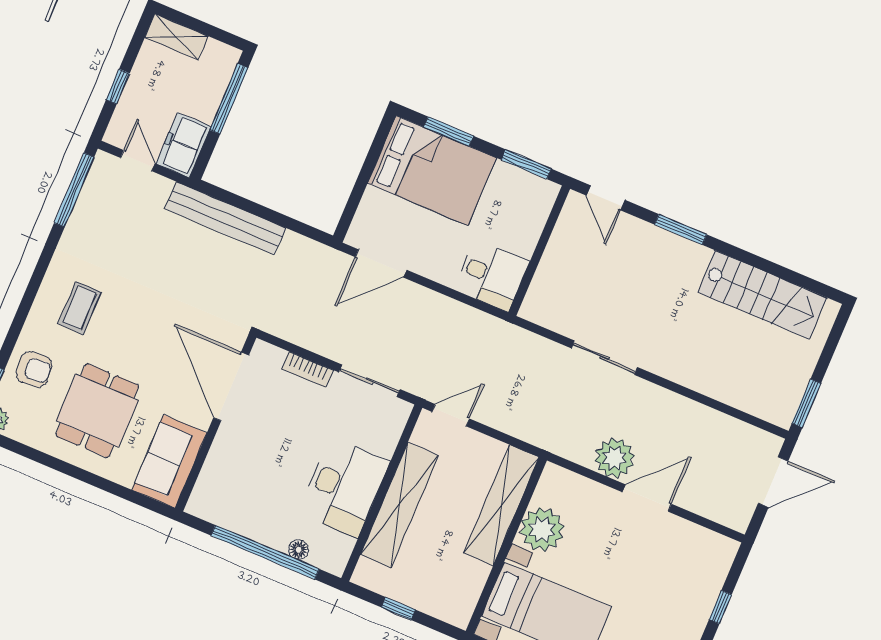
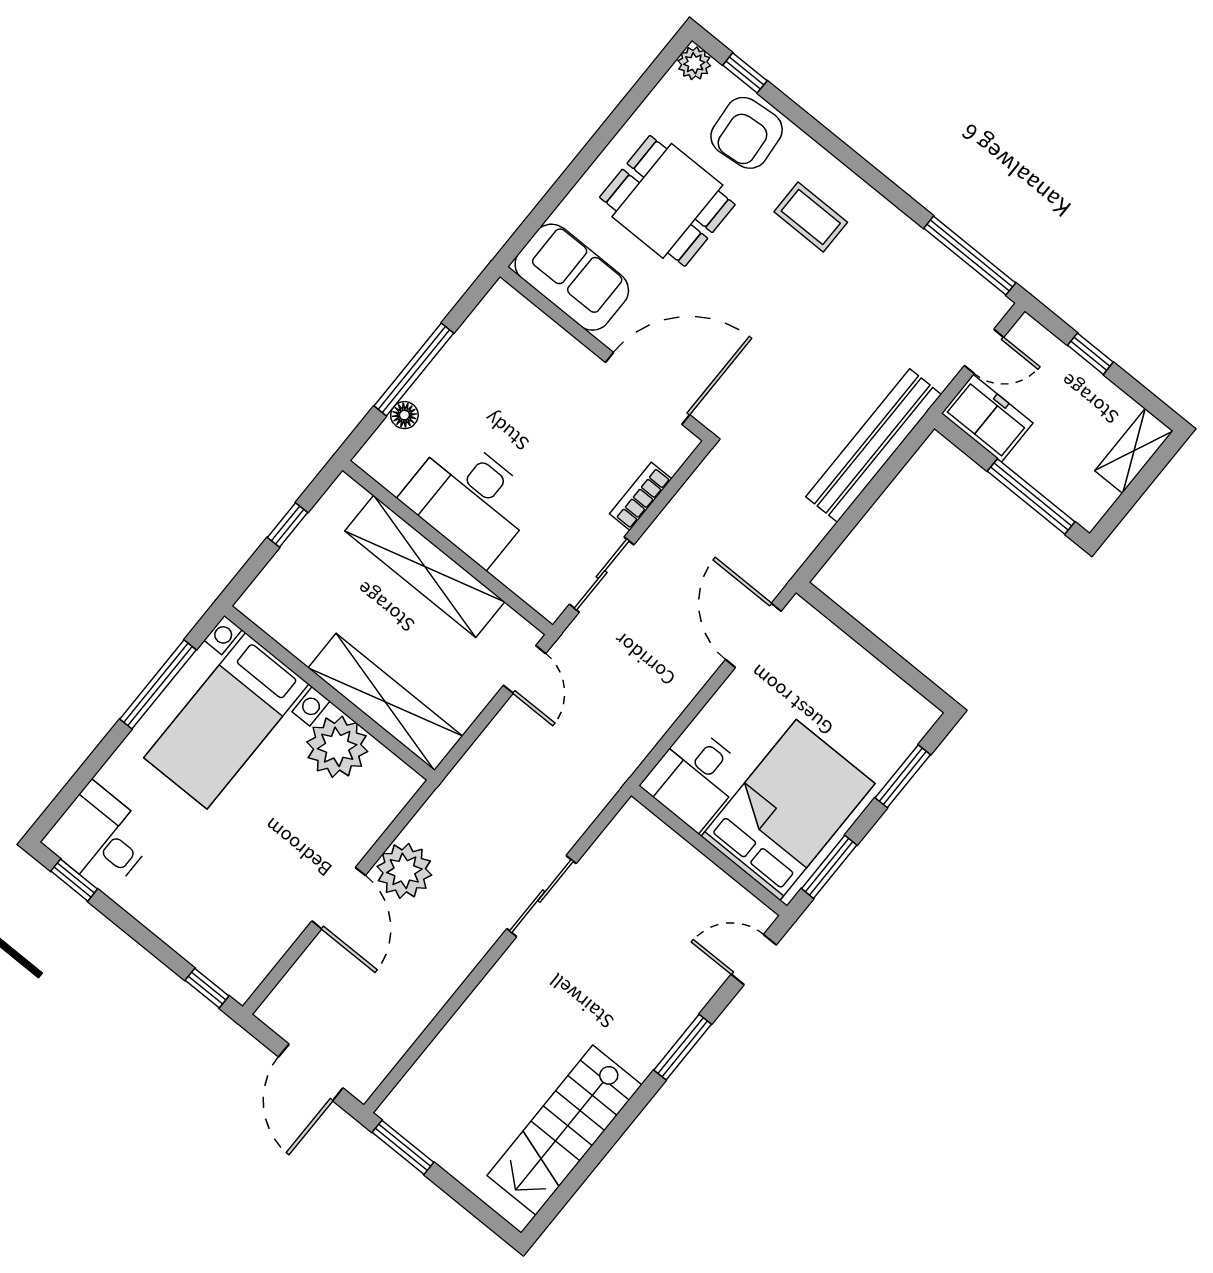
bed: (432, 170) -> (788, 810), moved, turned 180
armchair: (34, 369) -> (747, 133), width x1.38, depth x1.38
window: (265, 552) -> (414, 369), width x0.68
window: (720, 607) -> (207, 988), moved

